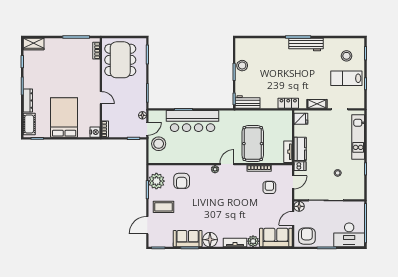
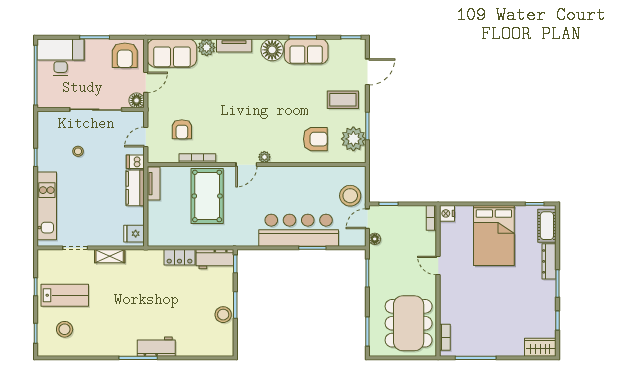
workbench: (306, 44) -> (156, 347), moved, width x0.73
locker: (288, 103) -> (179, 257), moved
armchair: (182, 181) -> (315, 139), turned 90

